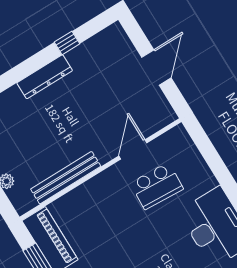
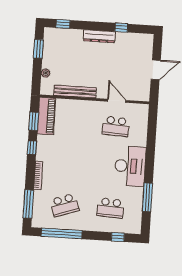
door: (133, 149) -> (117, 101), hinge flipped

